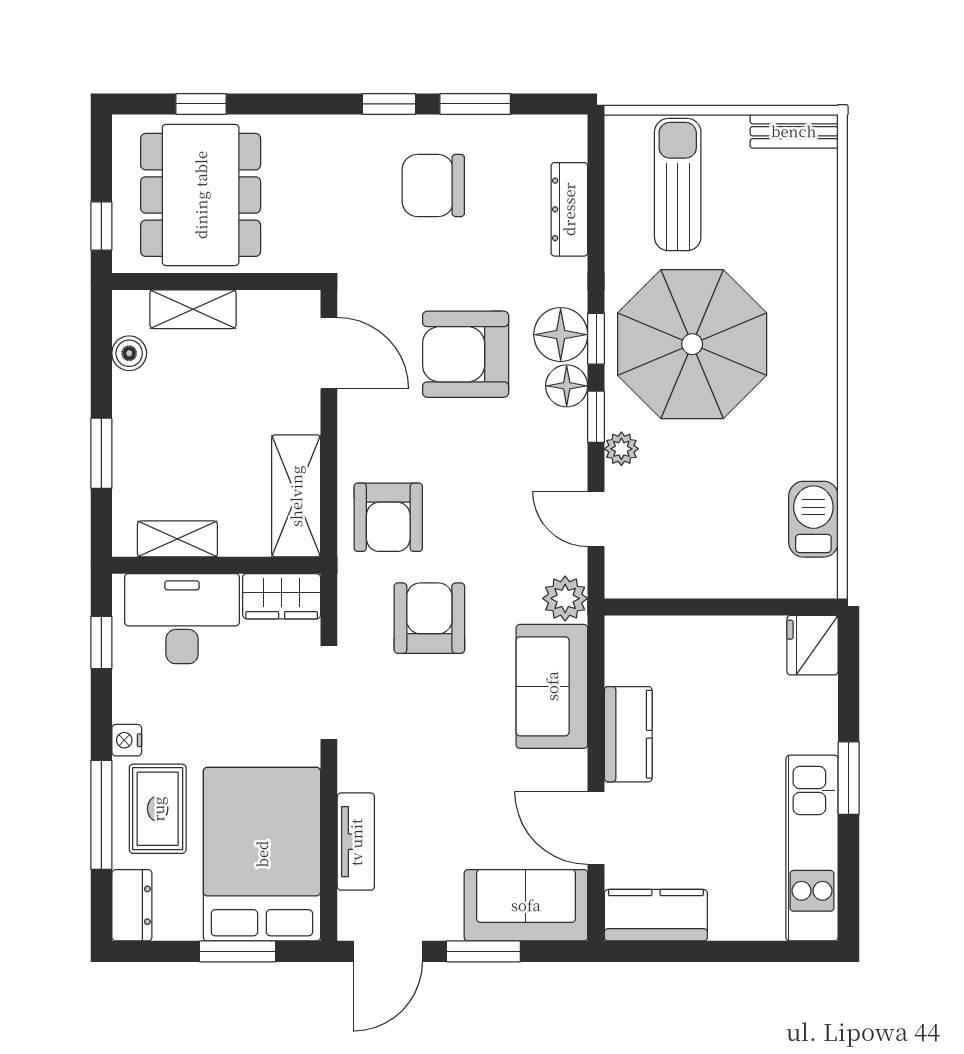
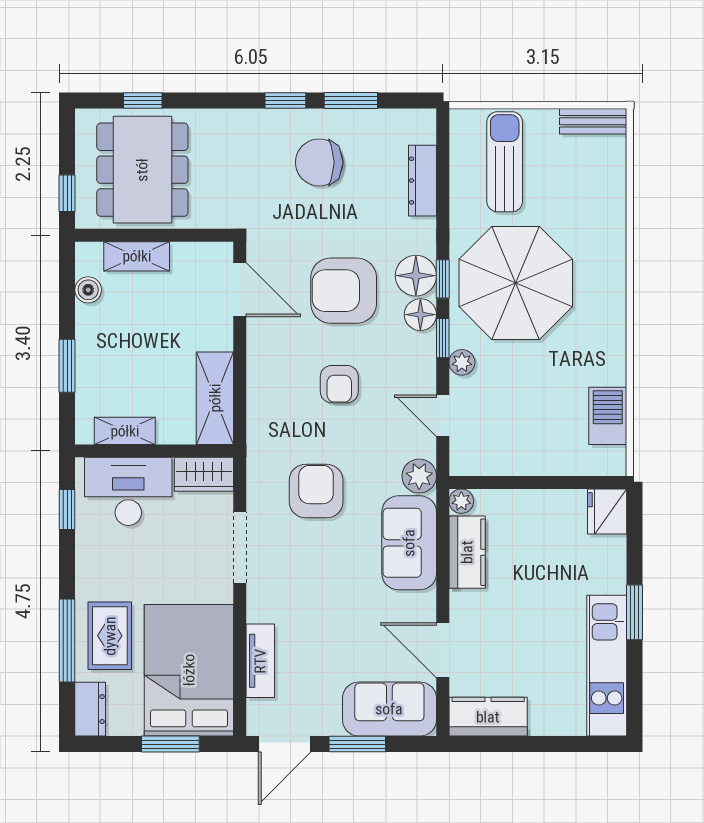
armchair: (388, 517) -> (339, 384), moved, width x0.72, depth x0.72
plant: (621, 632) -> (461, 501), added
kitchen counter: (628, 734) -> (467, 552), moved
nightstand: (127, 740) -> (86, 584), removed

